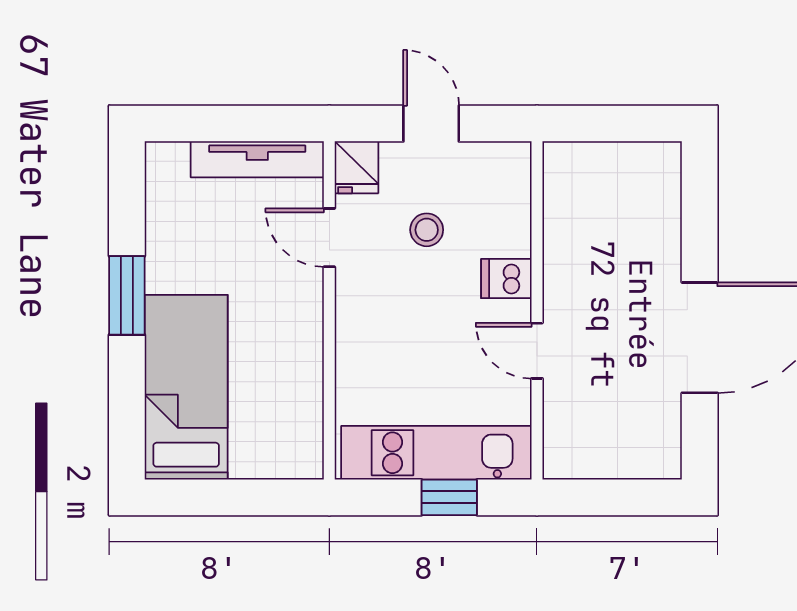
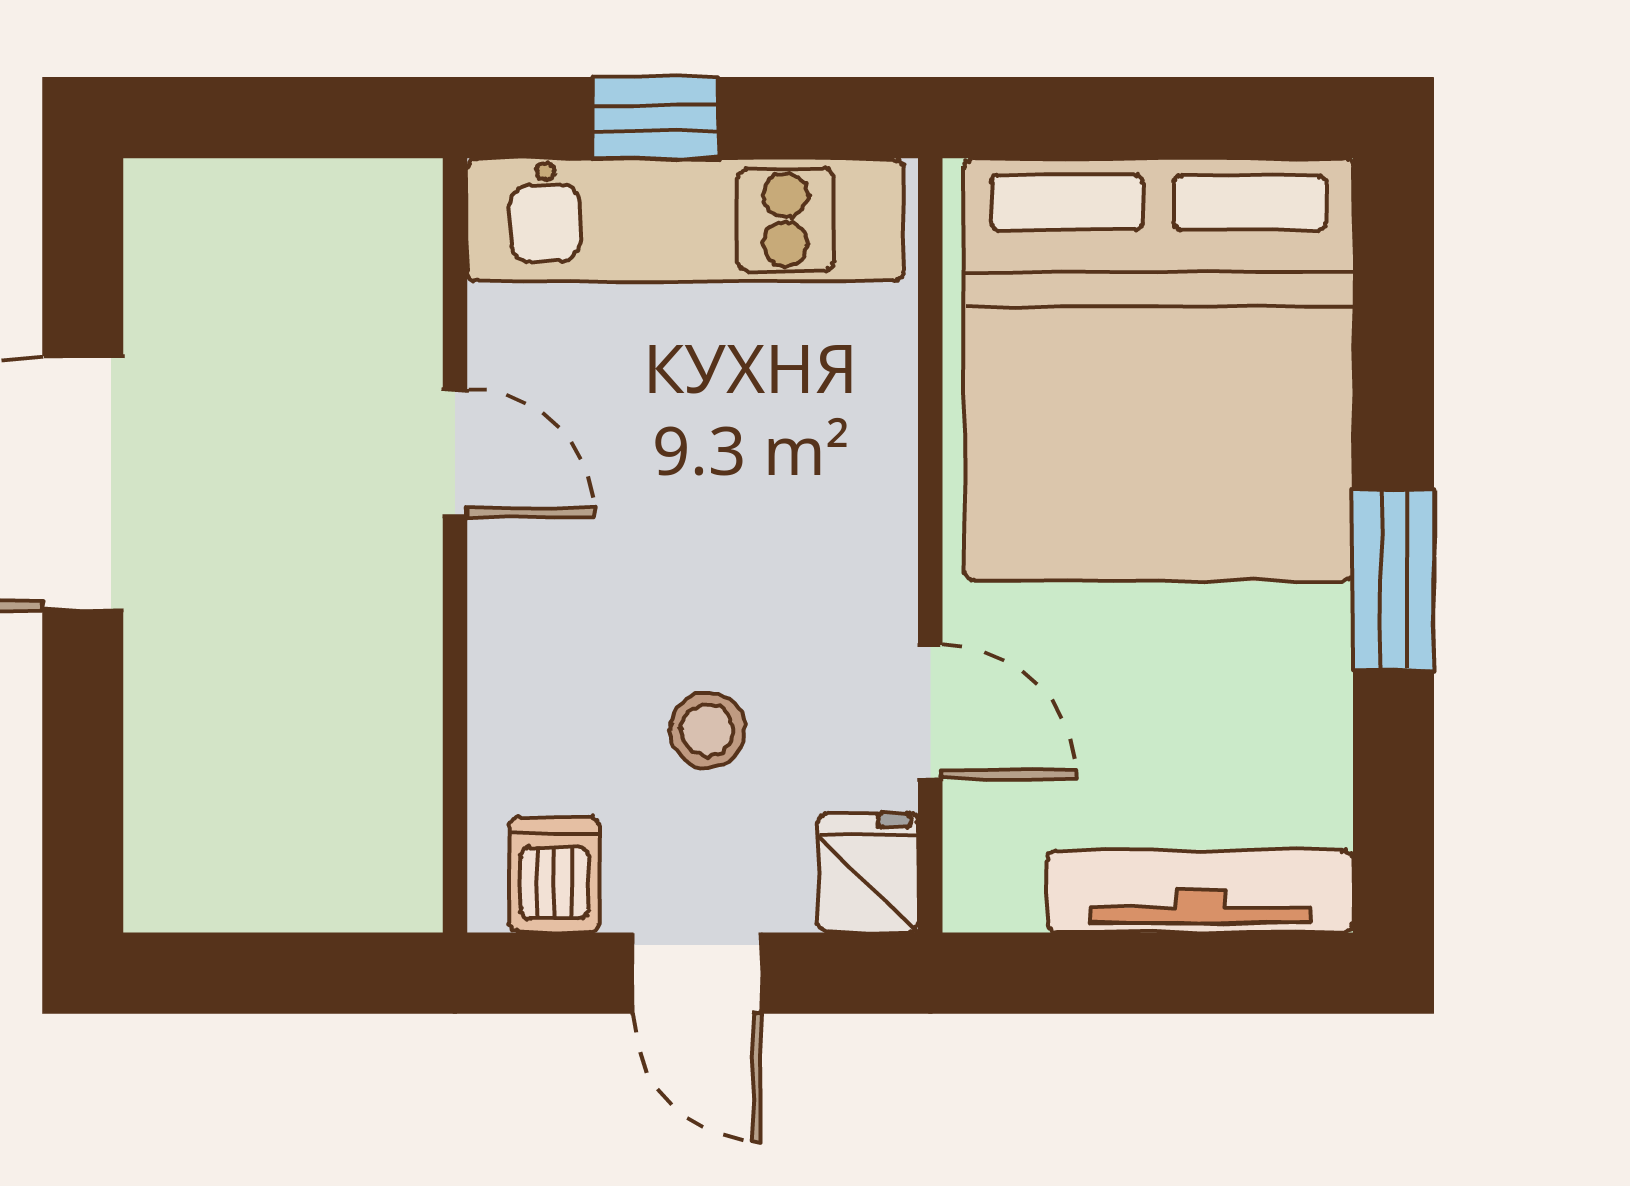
tv unit: (257, 159) -> (1200, 891), moved
dishwasher: (506, 279) -> (555, 875), moved, turned -90
bed: (186, 387) -> (1158, 370), width x2.04

